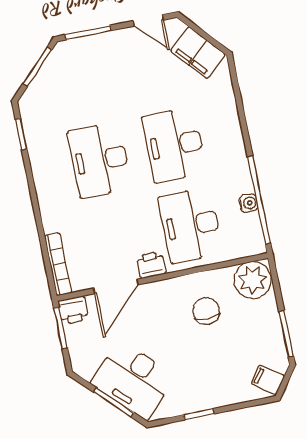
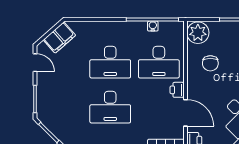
door: (148, 20) -> (35, 63), hinge flipped
chair: (206, 311) -> (210, 63), turned -90

